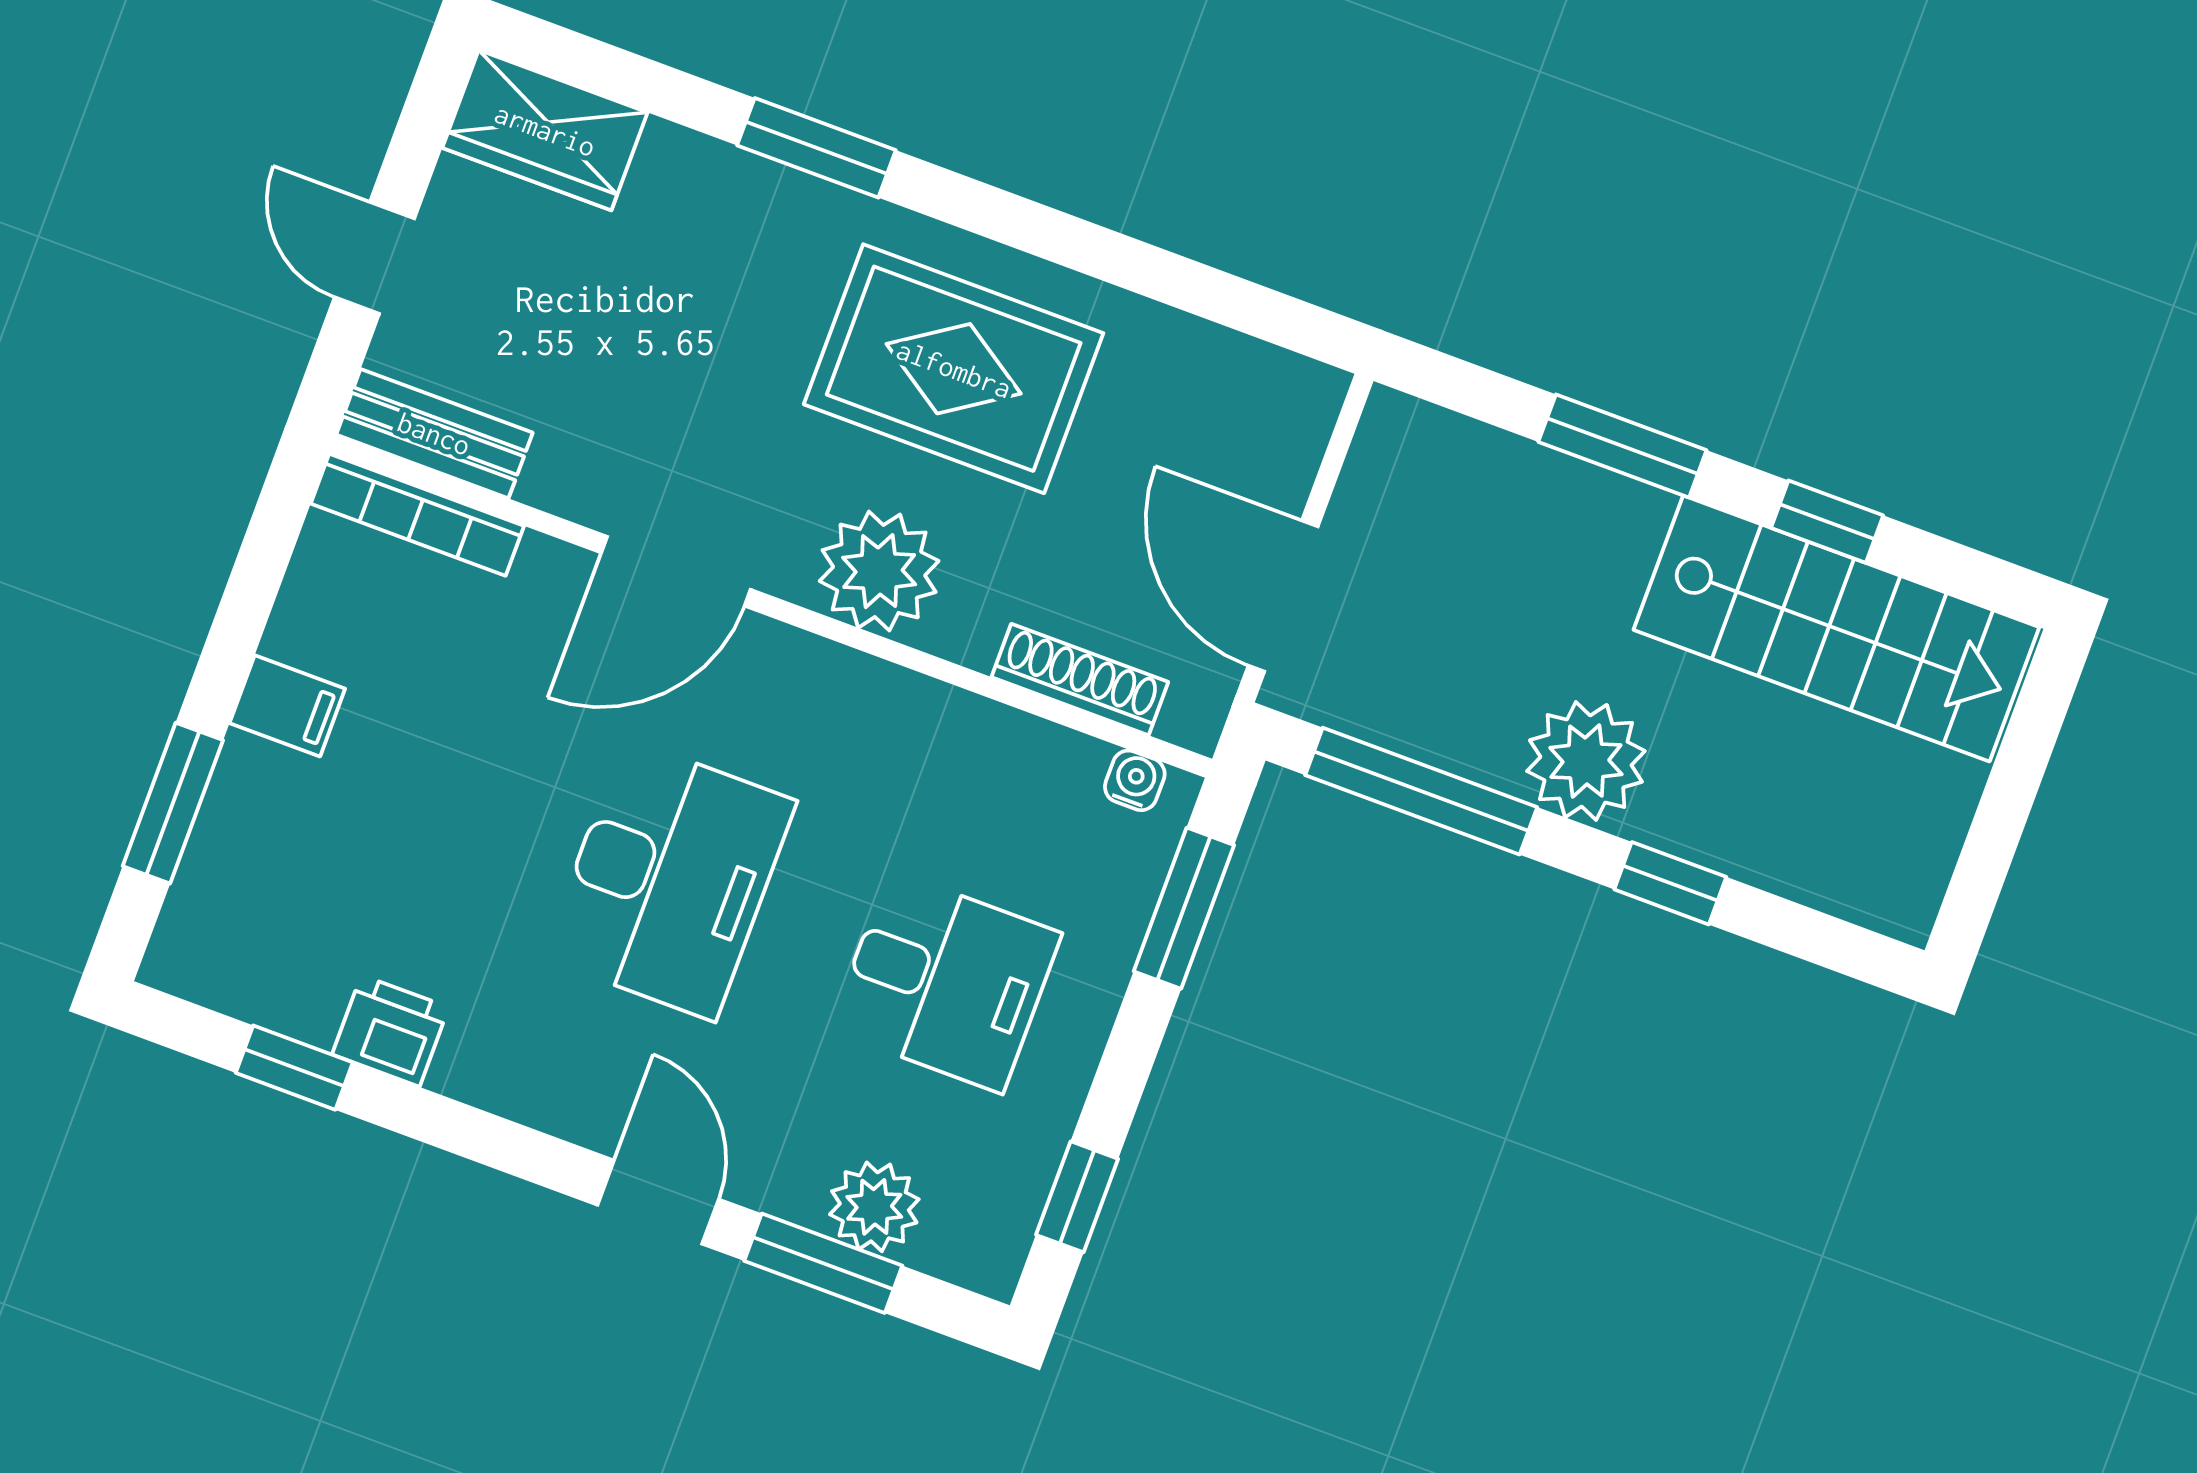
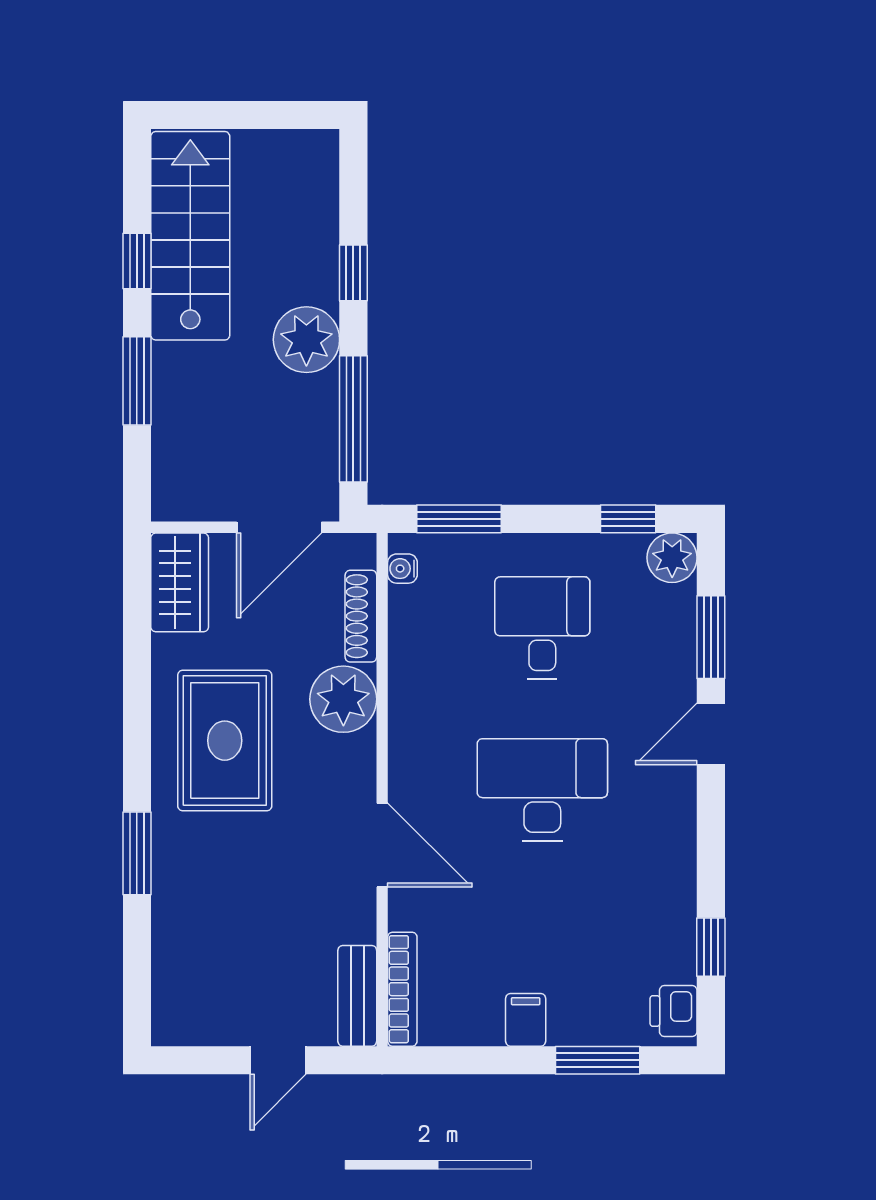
wardrobe: (545, 130) -> (180, 582), moved
plant: (879, 571) -> (343, 699), moved
printer: (390, 1031) -> (674, 1011), moved
plant: (874, 1207) -> (672, 558), moved

